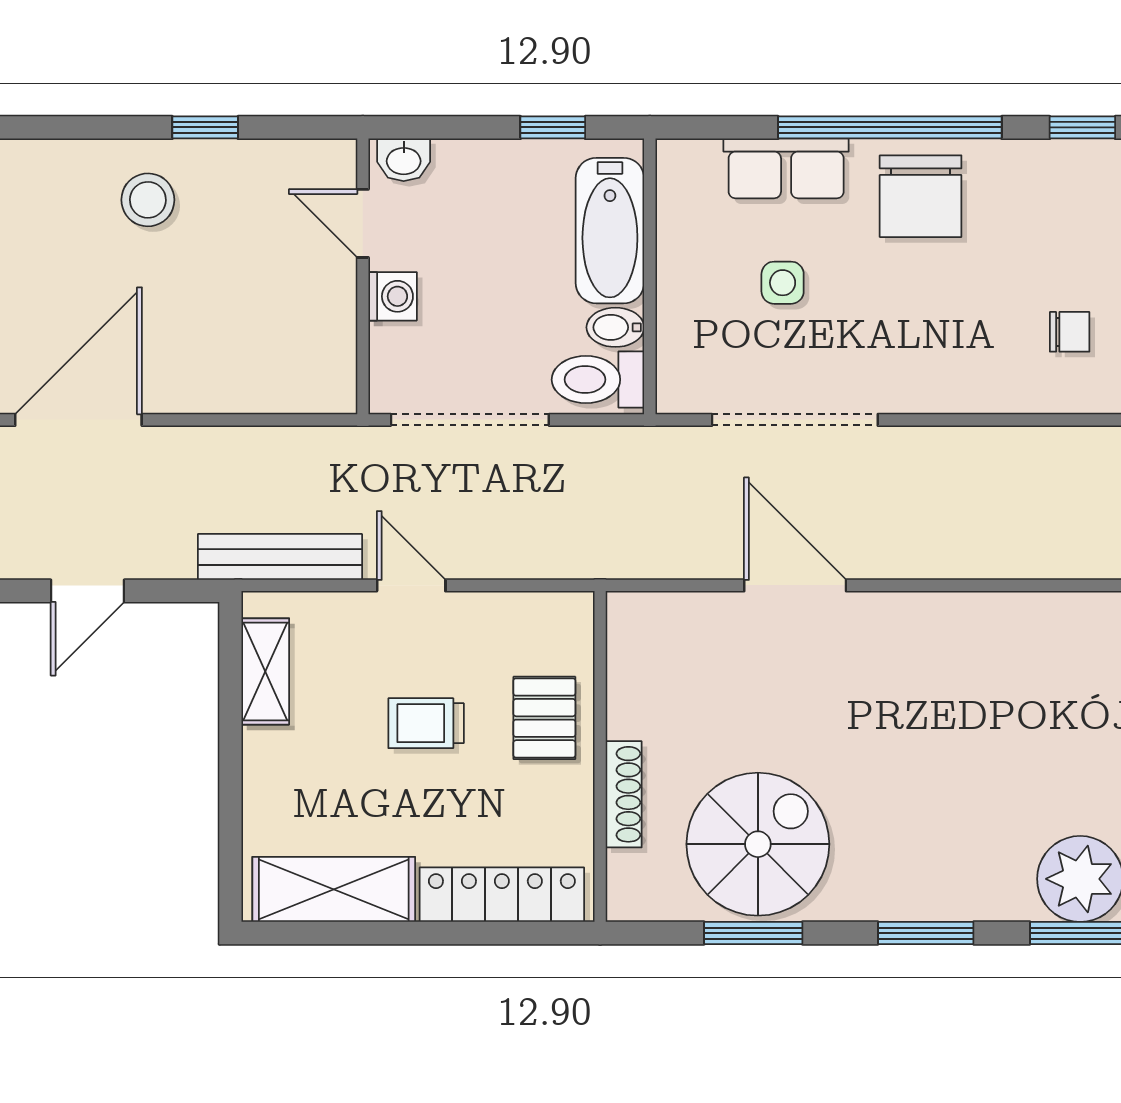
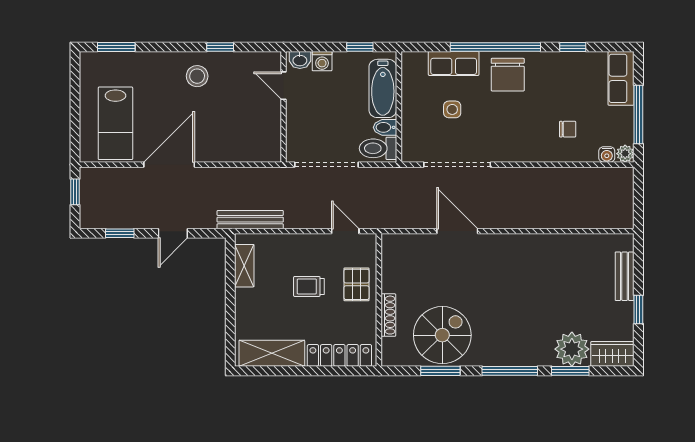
washing machine: (393, 296) -> (322, 61), moved, turned 90
door: (411, 585) -> (345, 231), moved
window: (926, 933) -> (510, 371), width x1.44

